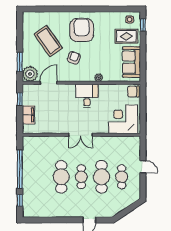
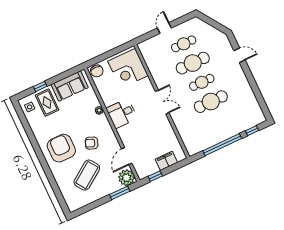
window: (143, 25) -> (40, 86), moved
armchair: (82, 30) -> (61, 148), turned 90
door: (48, 83) -> (127, 156), hinge flipped

